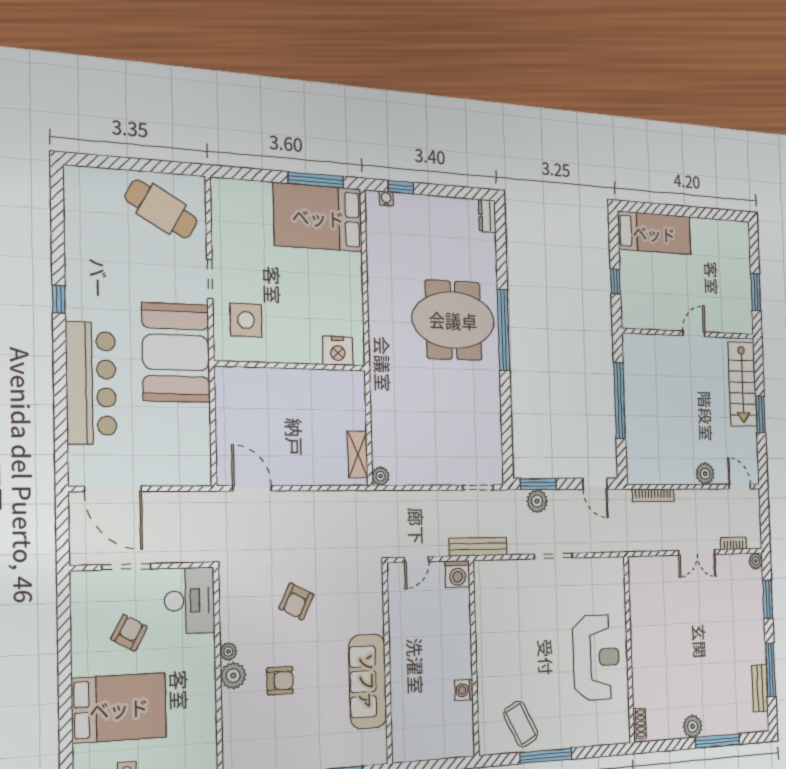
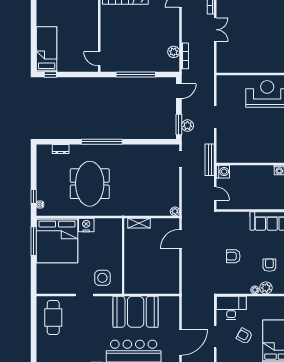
cafe table: (161, 209) -> (53, 317), turned -30
dresser: (487, 216) -> (61, 149), moved
bed: (318, 217) -> (57, 241), width x1.36
window: (615, 281) -> (50, 75), moved
meeting table: (453, 320) -> (90, 184), moved
door: (694, 334) -> (99, 59), moved
nightstand: (338, 351) -> (86, 225), moved, turned -90
booth: (176, 352) -> (136, 312), moved
shelving: (358, 454) -> (139, 223), moved
plant: (705, 474) -> (174, 52), moved
door: (252, 488) -> (181, 239), moved
armchair: (296, 601) -> (233, 256), turned 153

